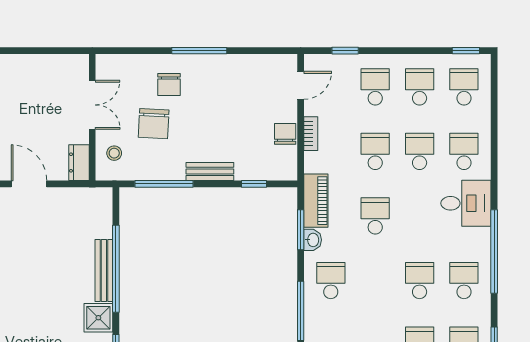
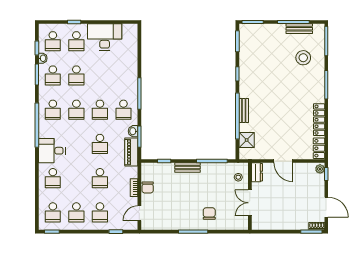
chair: (154, 124) -> (217, 193), removed
school desk: (420, 151) -> (100, 110), moved
bench: (104, 271) -> (244, 111), width x0.73
shower: (98, 318) -> (247, 140), moved

